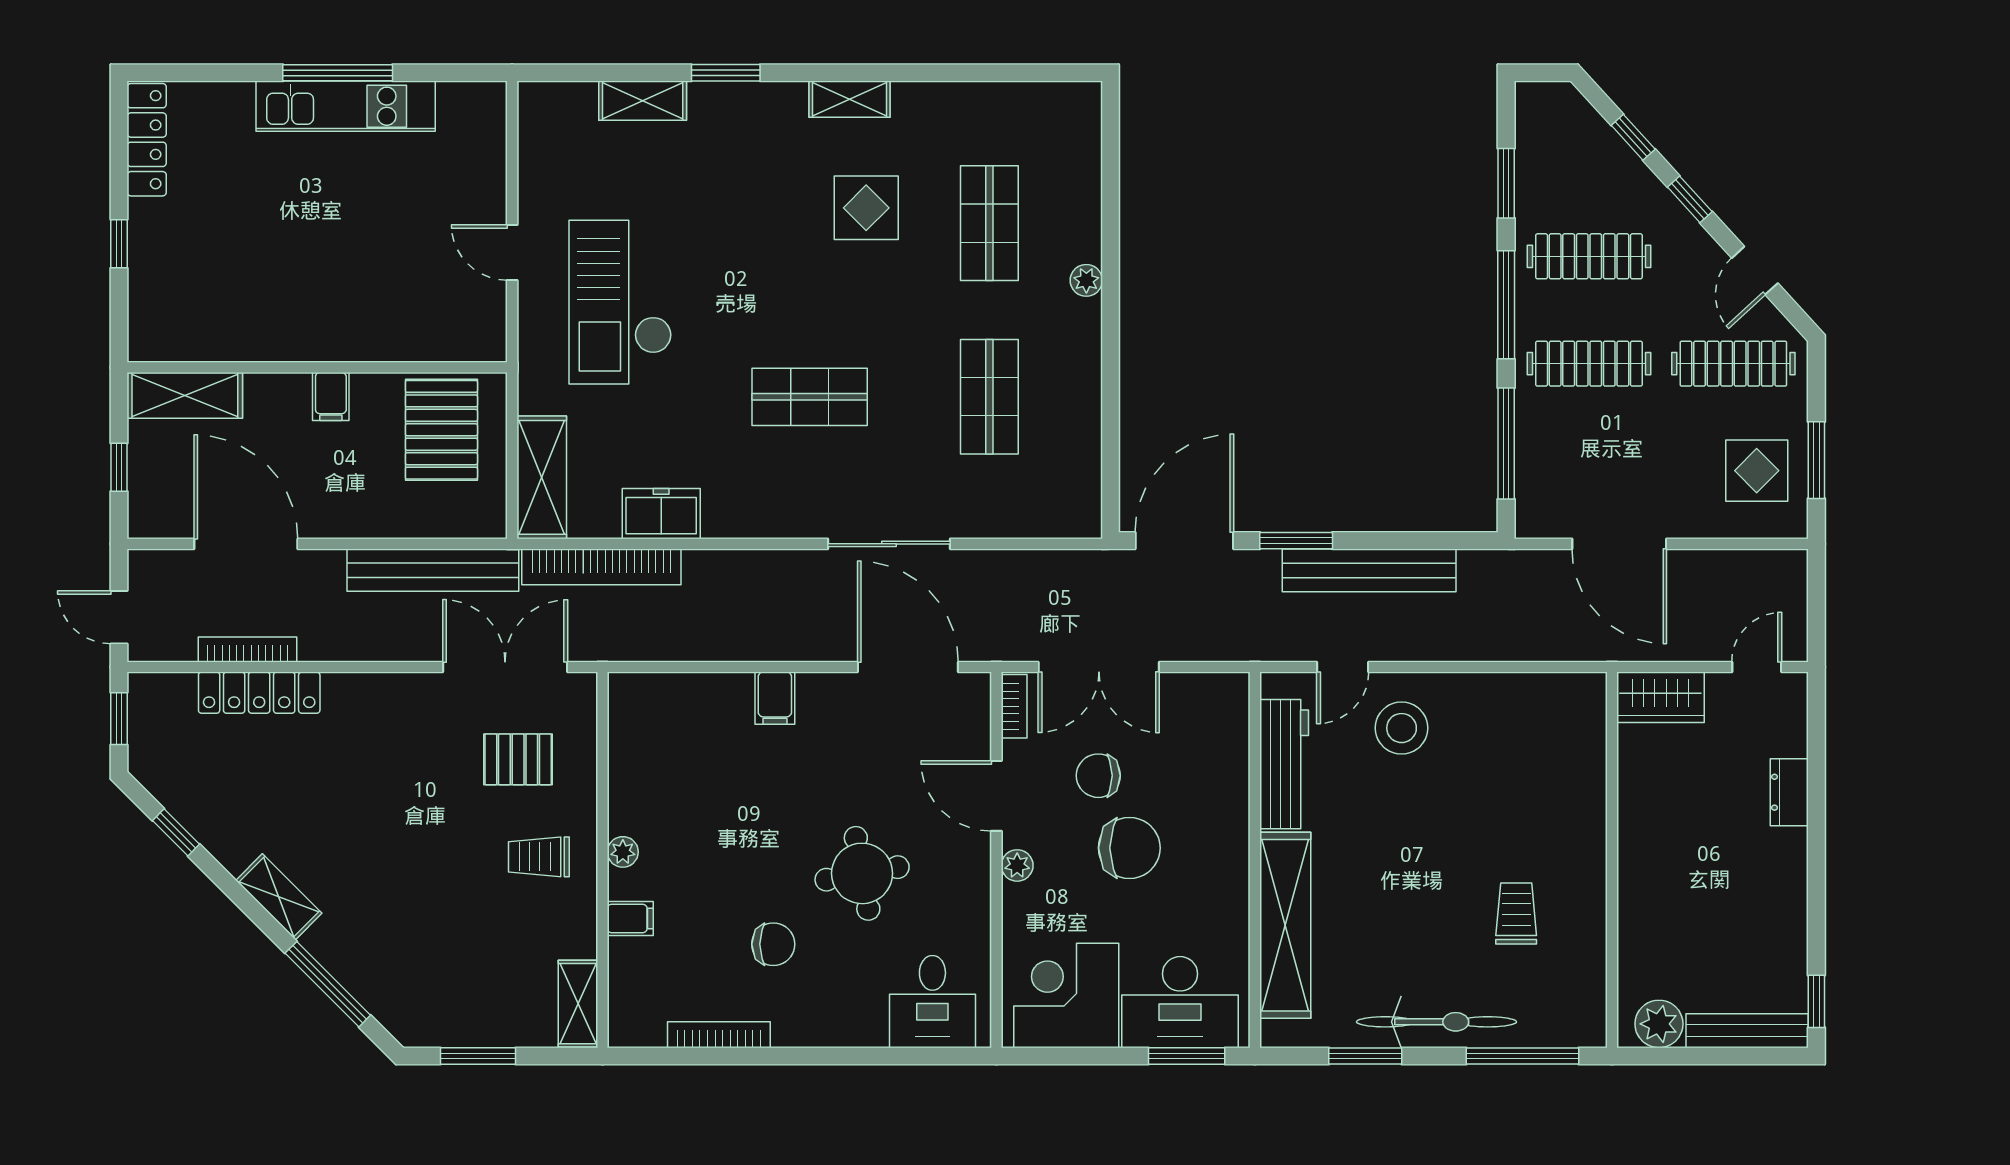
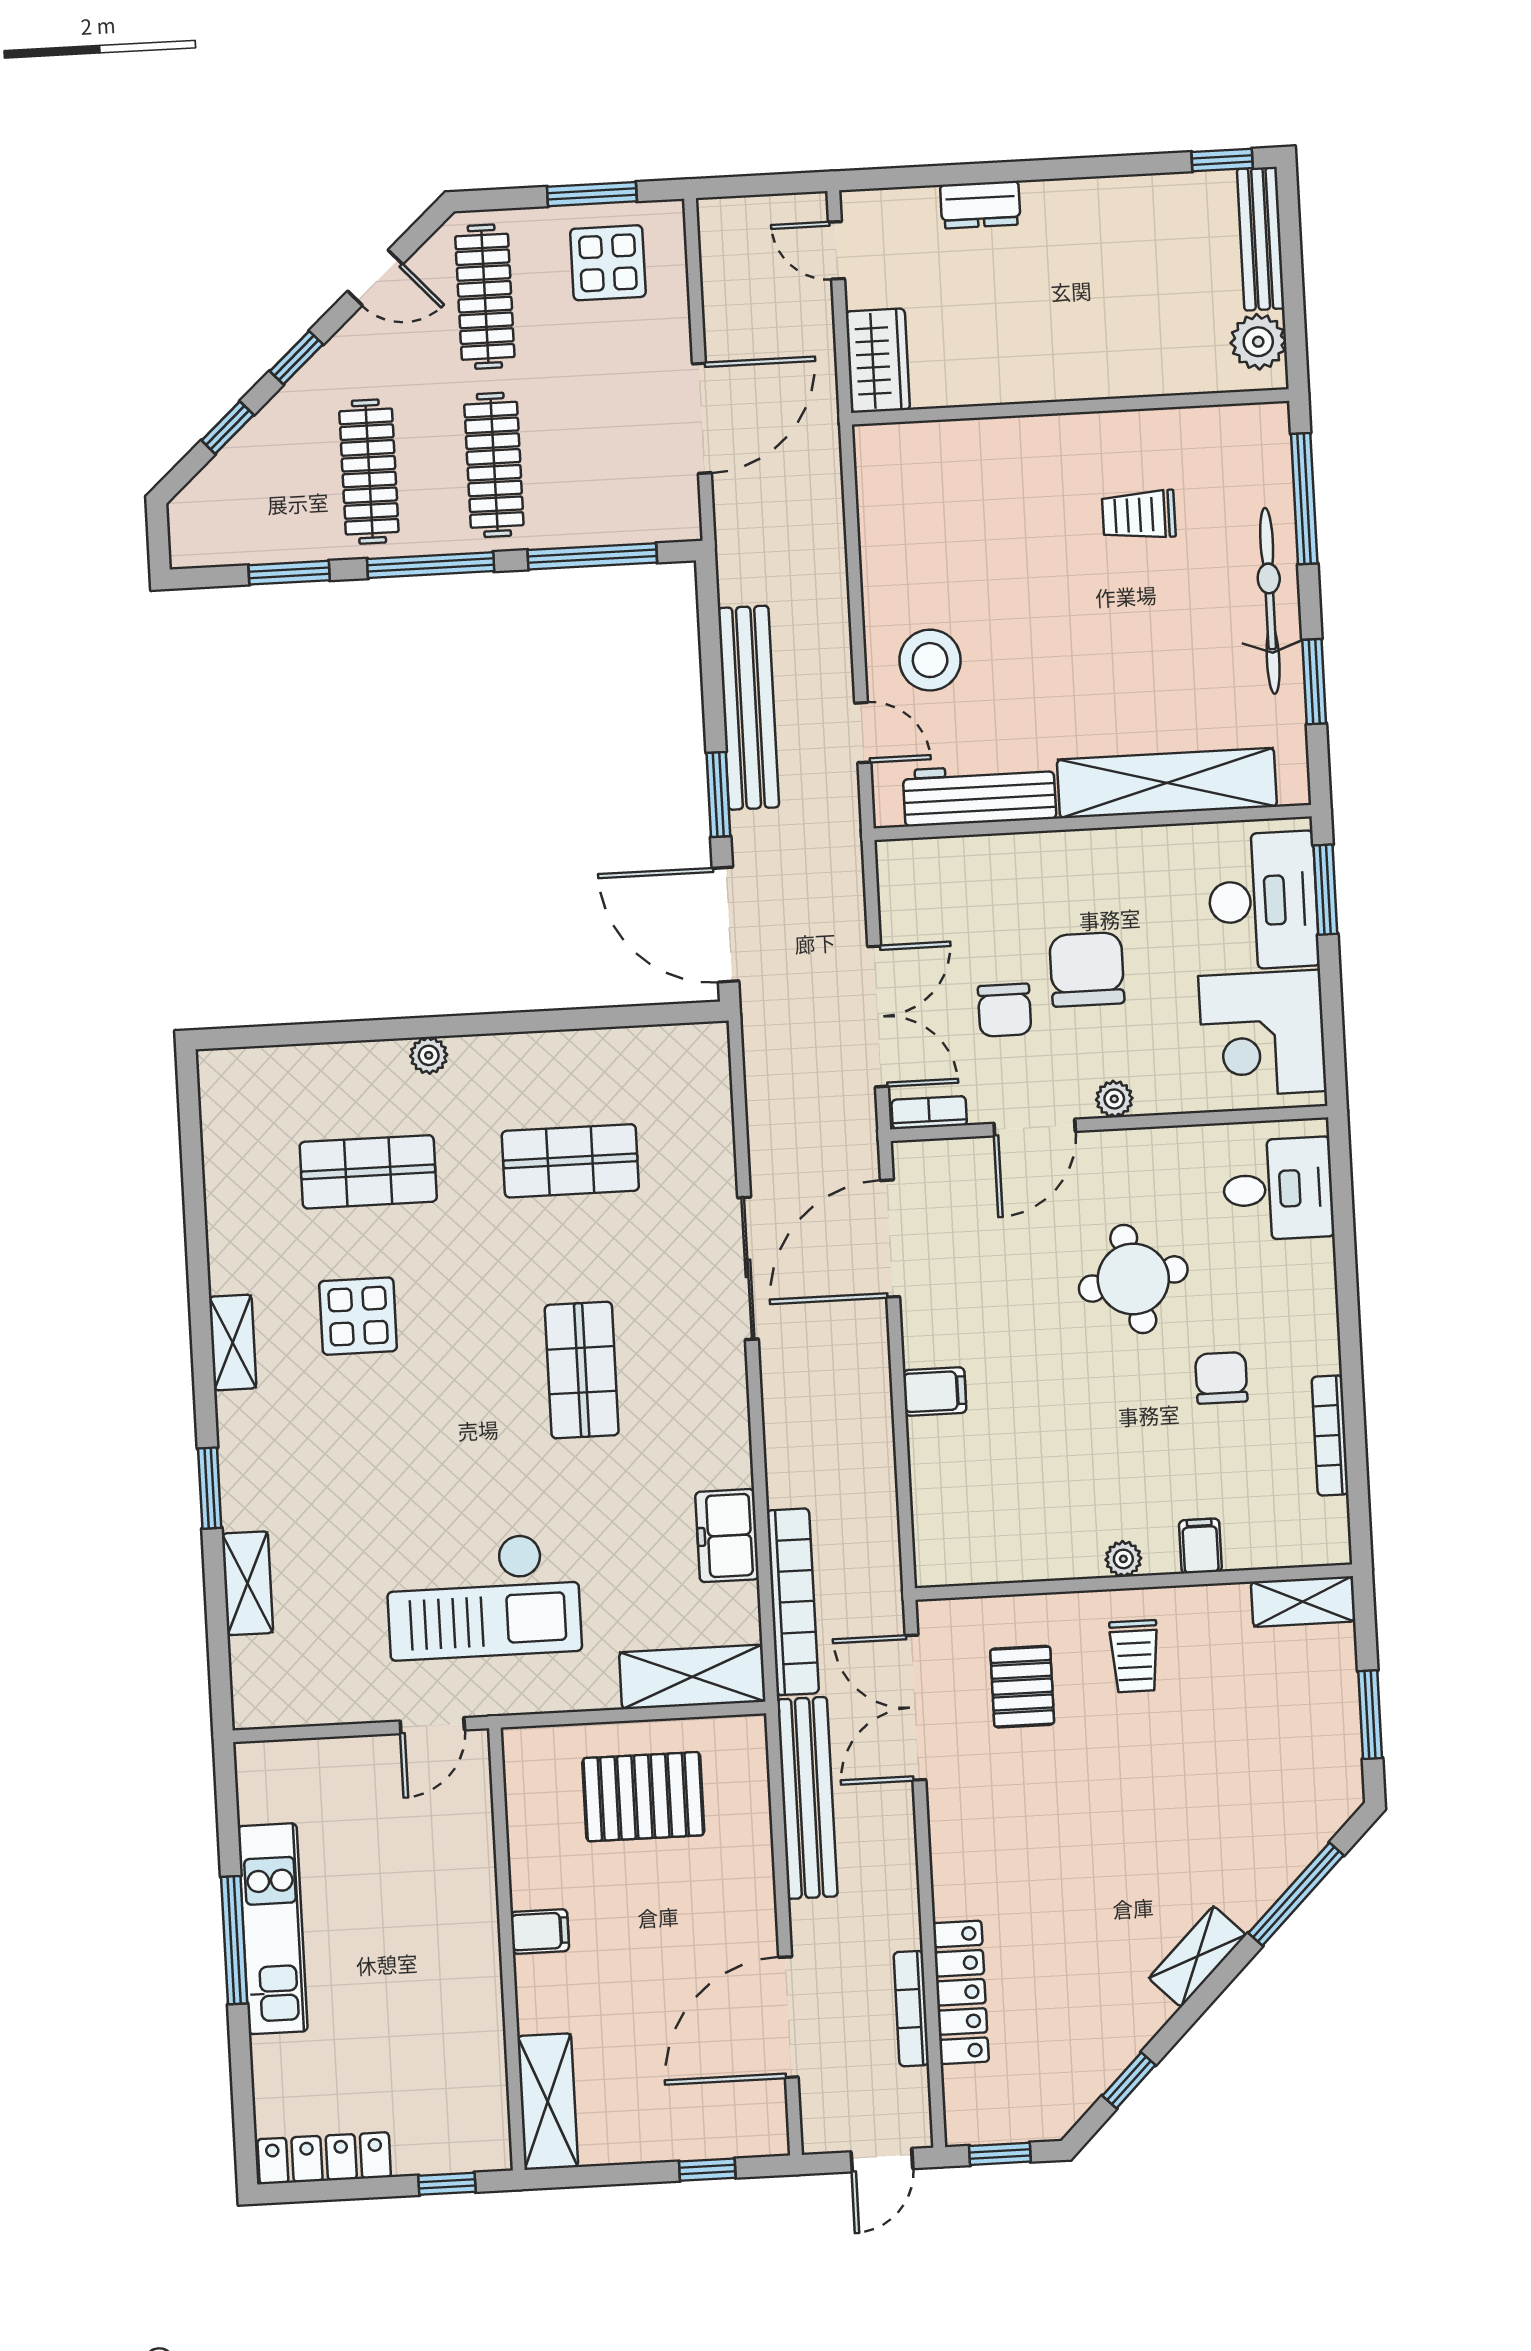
wall: (317, 367) -> (507, 1949), moved
shelving: (185, 395) -> (548, 2102), moved
filing cabinet: (331, 397) -> (540, 1931), moved

